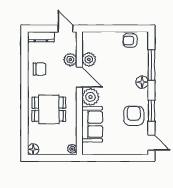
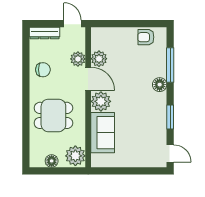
armchair: (134, 116) -> (150, 123), removed
floor lamp: (33, 149) -> (52, 161), moved
plant: (72, 149) -> (75, 156), width x1.87, depth x1.87

